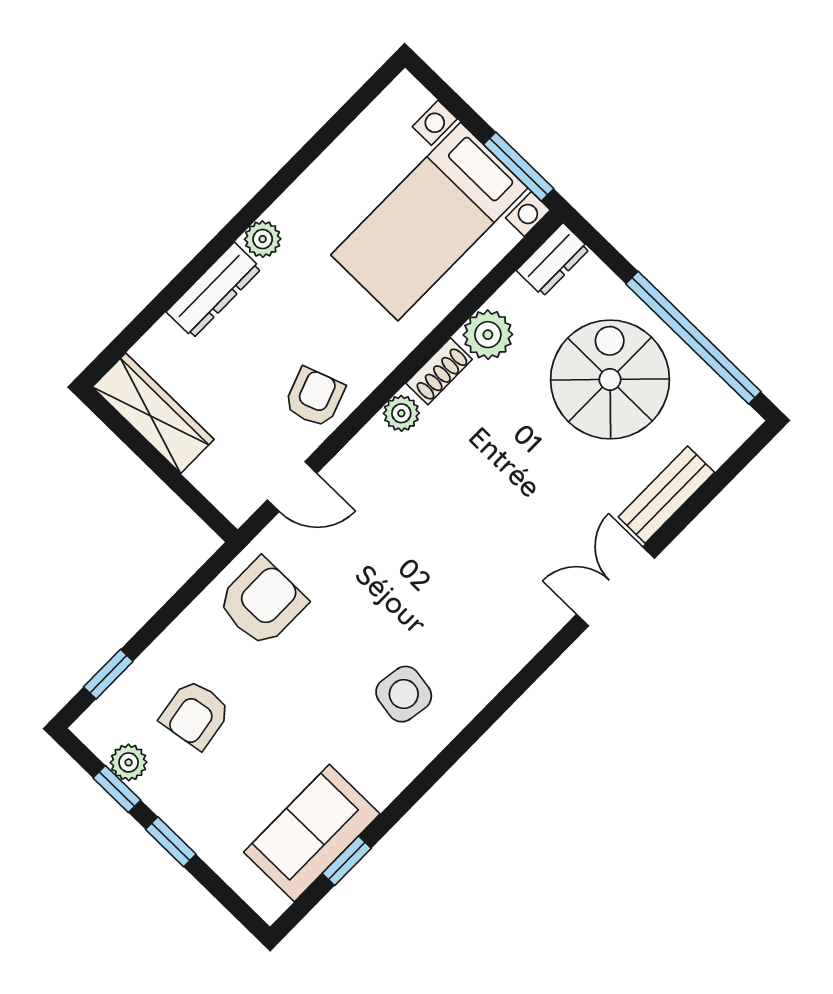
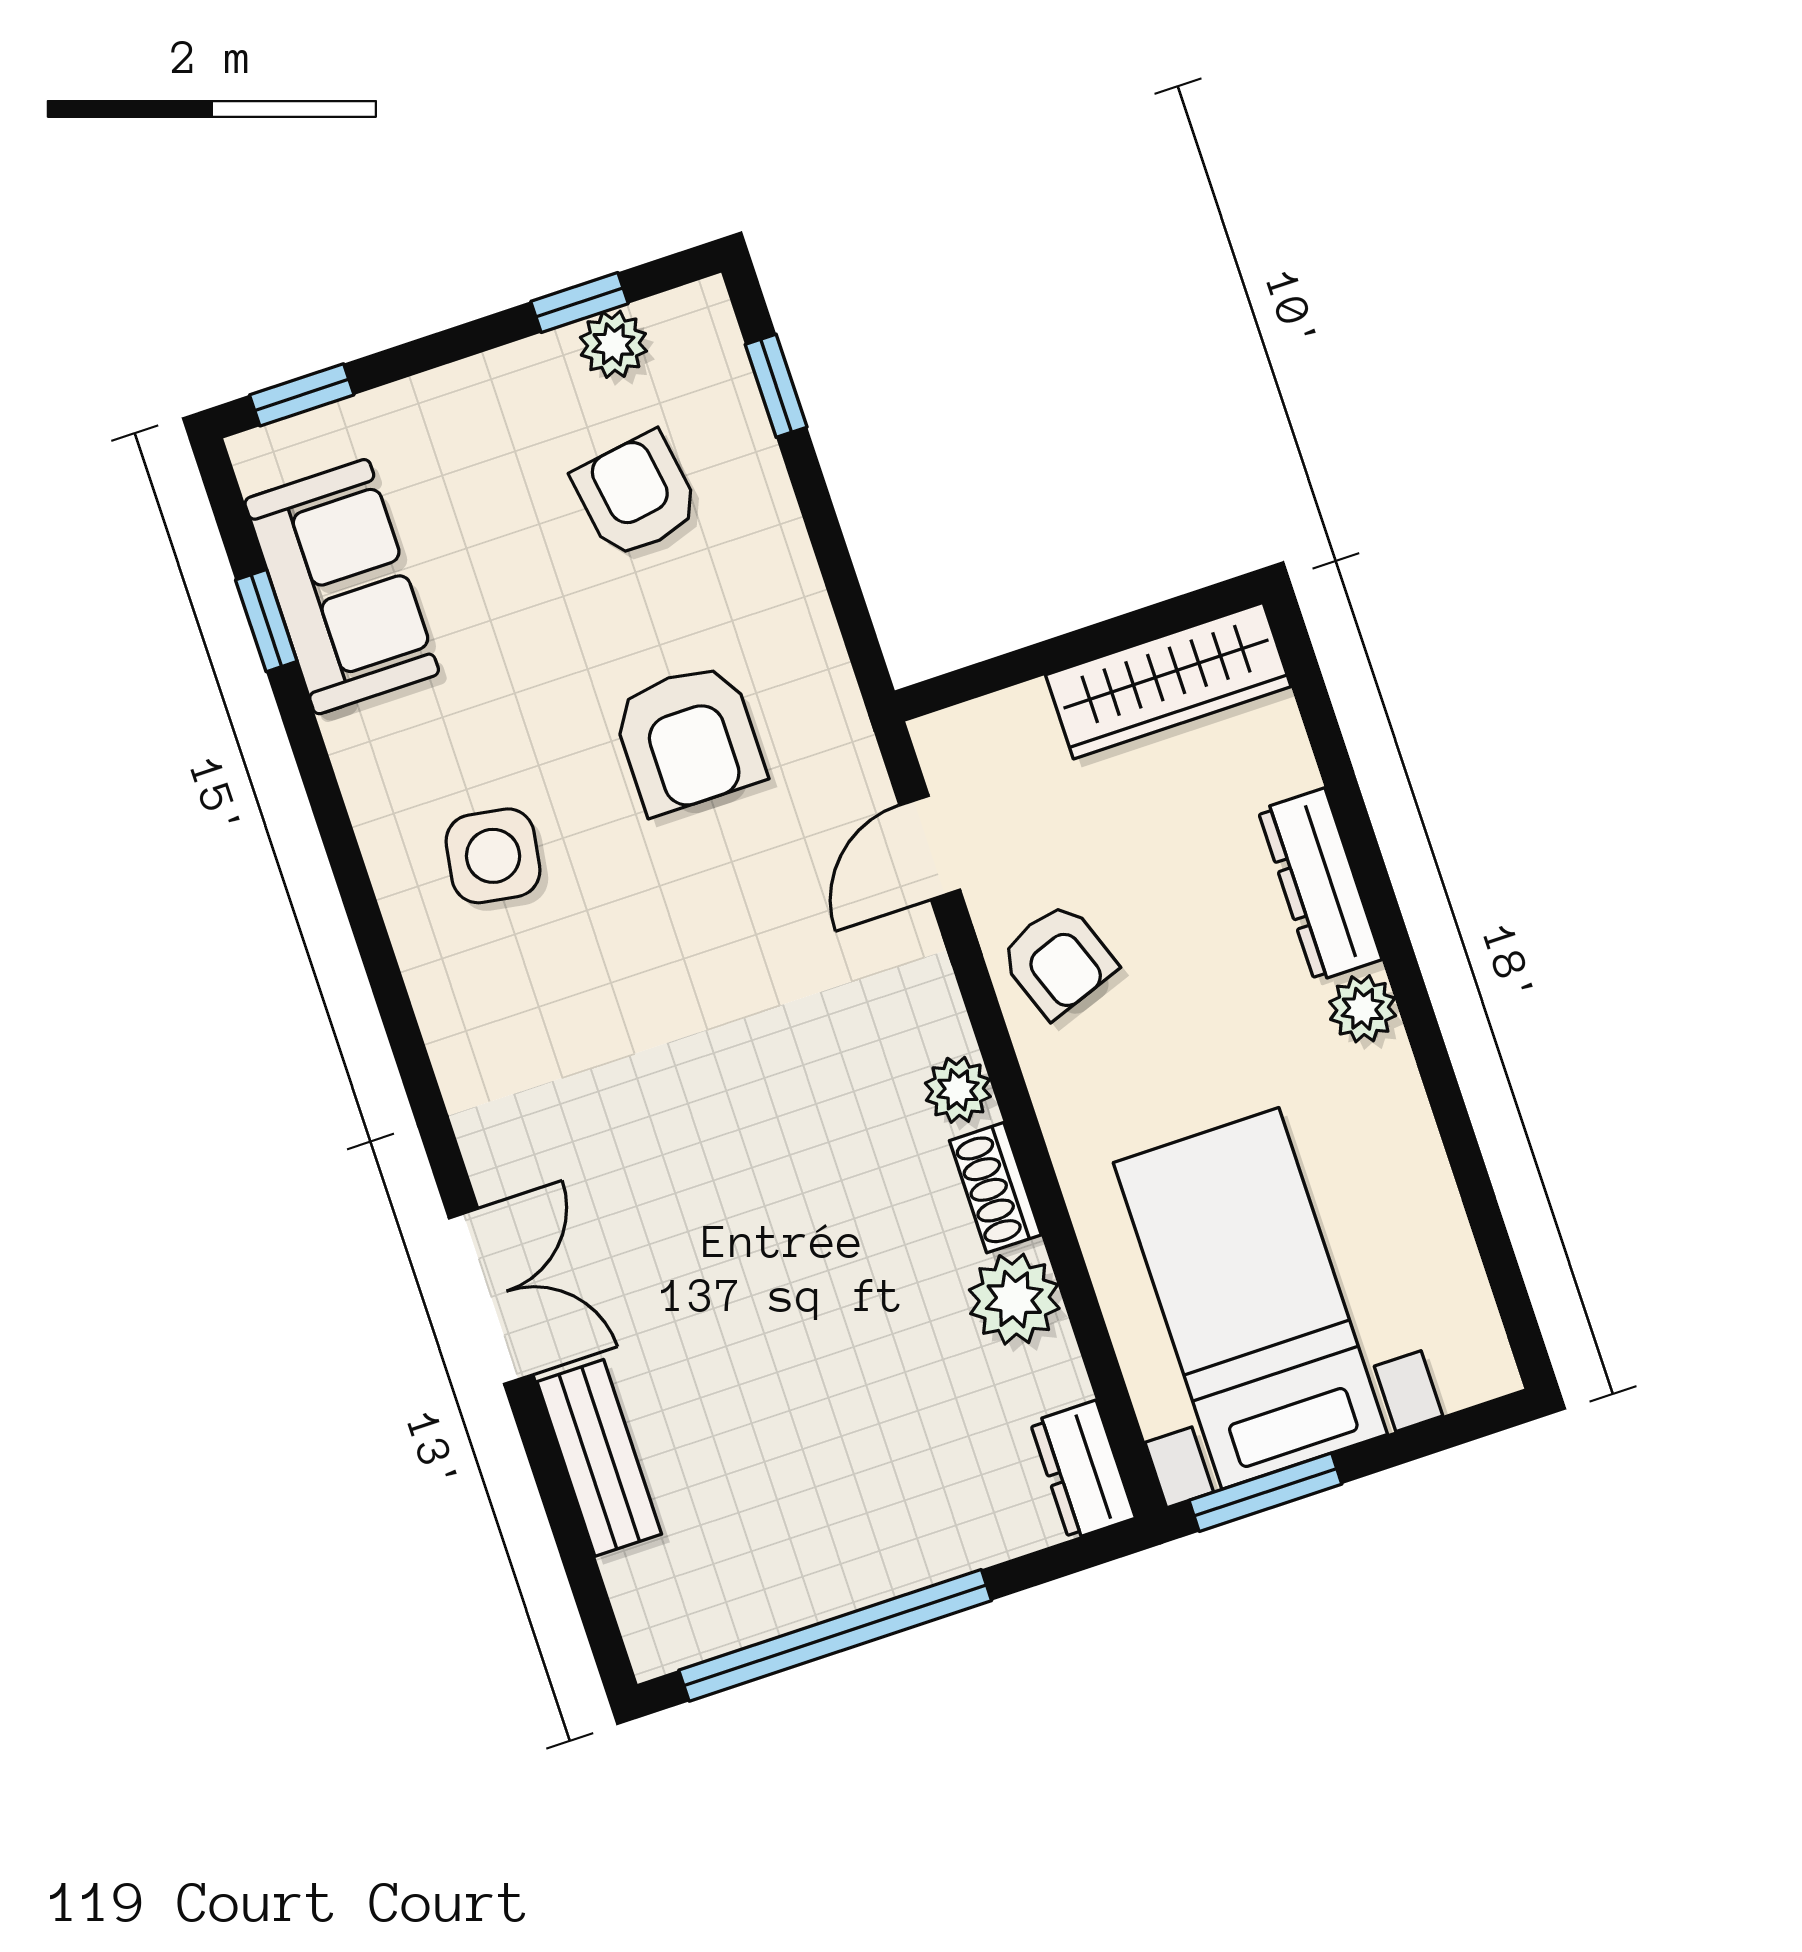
spiral stairs: (610, 379) -> (837, 1462), removed
armchair: (262, 602) -> (689, 738), moved
window: (171, 842) -> (302, 395), moved

